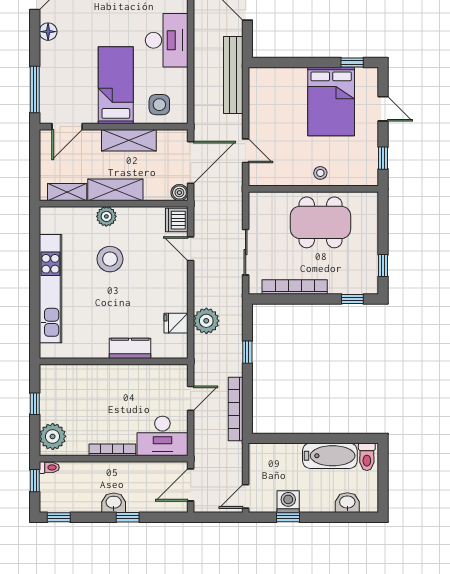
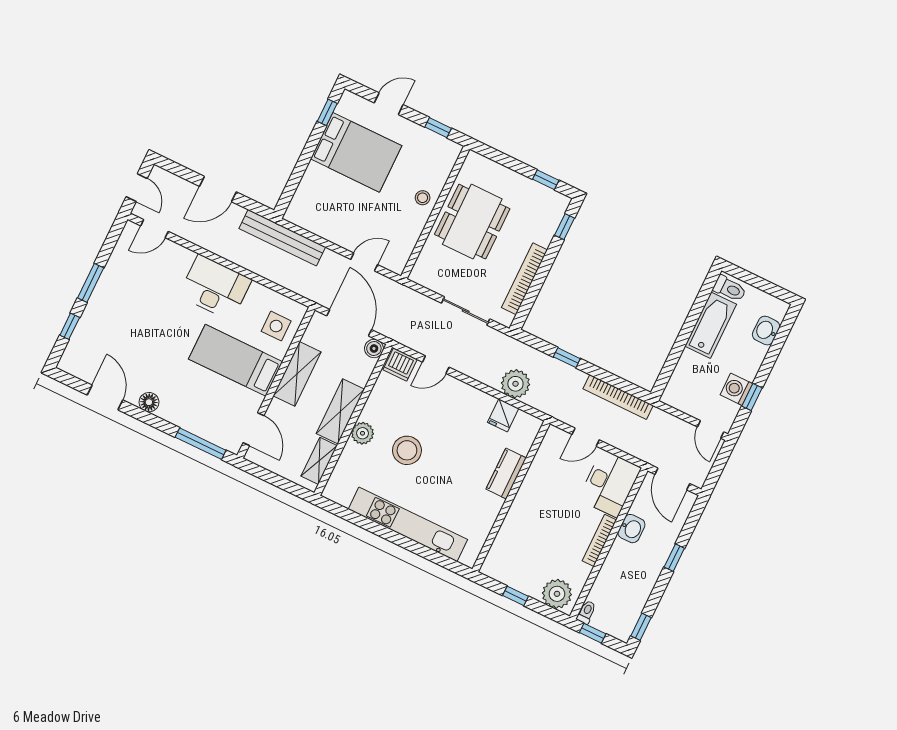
door: (191, 398) -> (586, 437), swing flipped
washbasin: (114, 503) -> (631, 529), moved, turned 180

